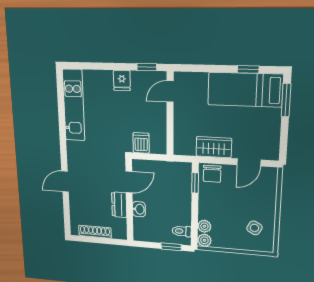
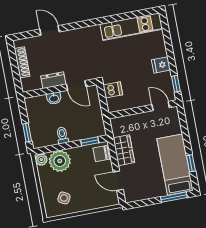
door: (65, 182) -> (50, 31), moved
plant: (204, 226) -> (60, 161), width x1.88, depth x1.88
toilet: (182, 231) -> (62, 135), moved

